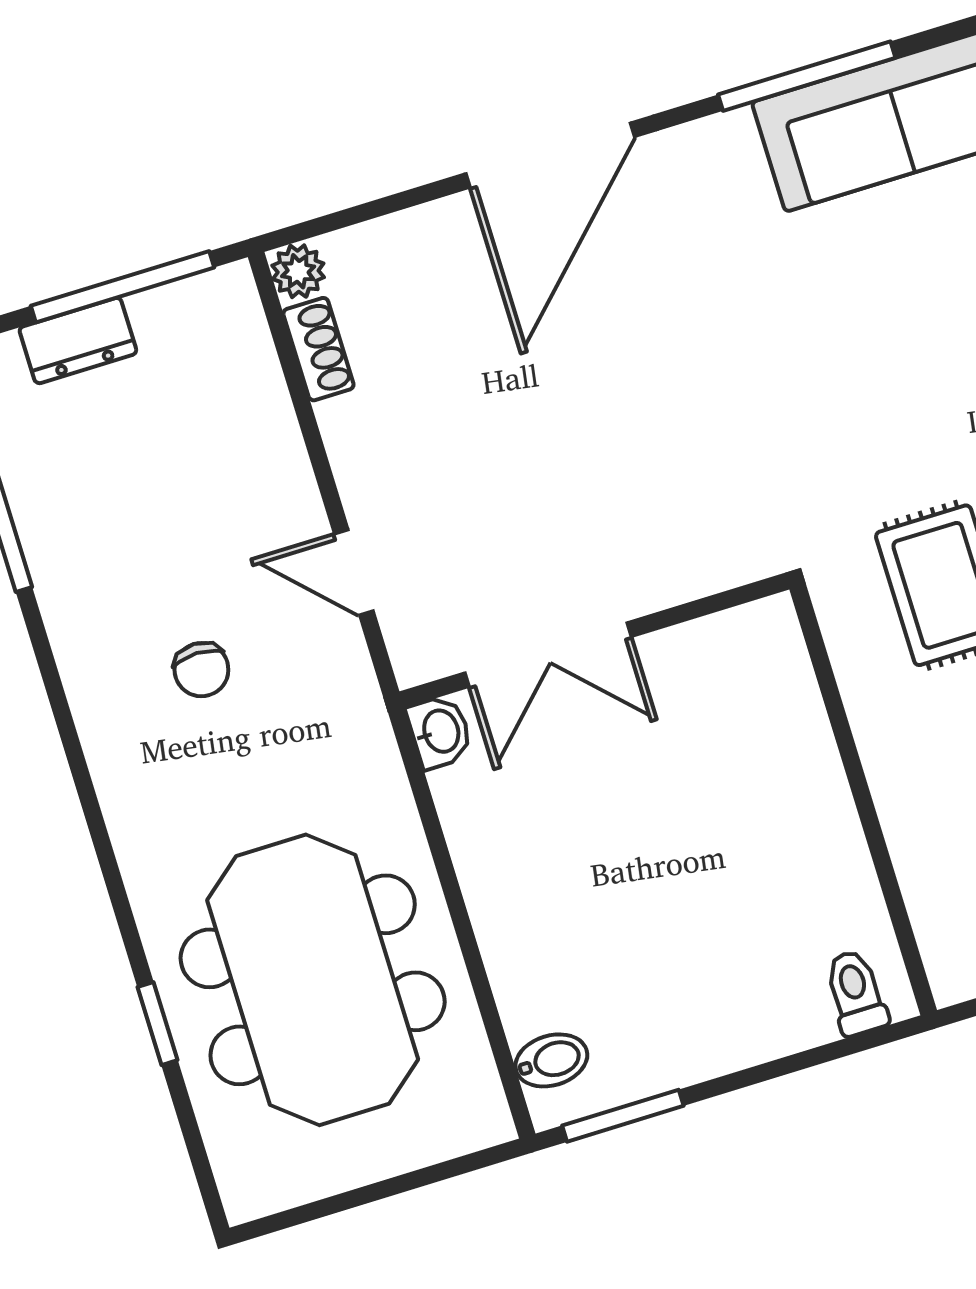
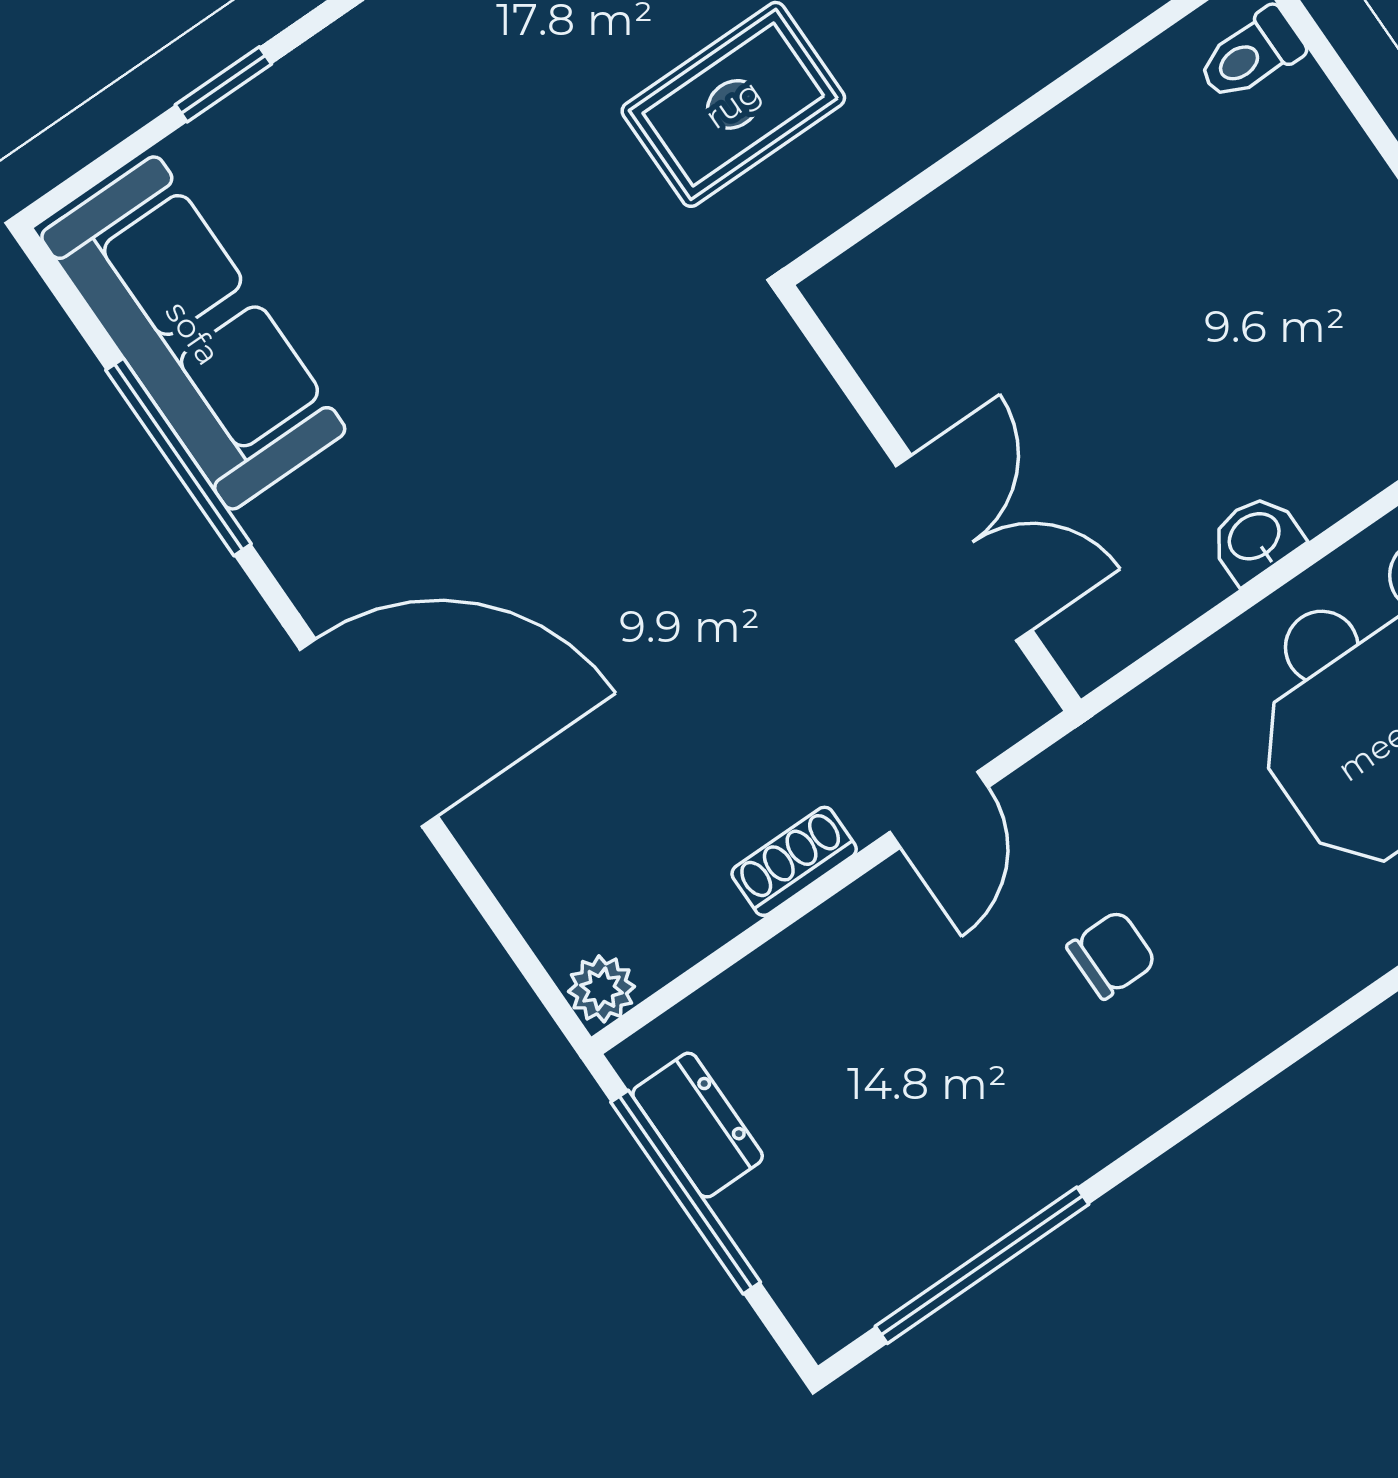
dresser: (78, 341) -> (698, 1125), moved
shoe rack: (318, 349) -> (794, 861), moved
washbasin: (440, 732) -> (1255, 538), moved

